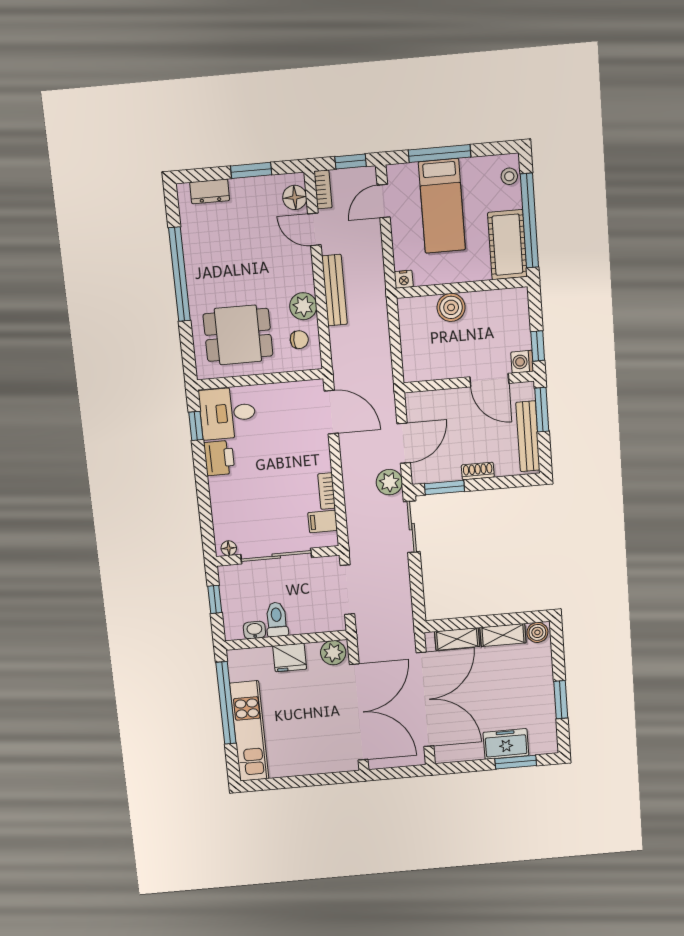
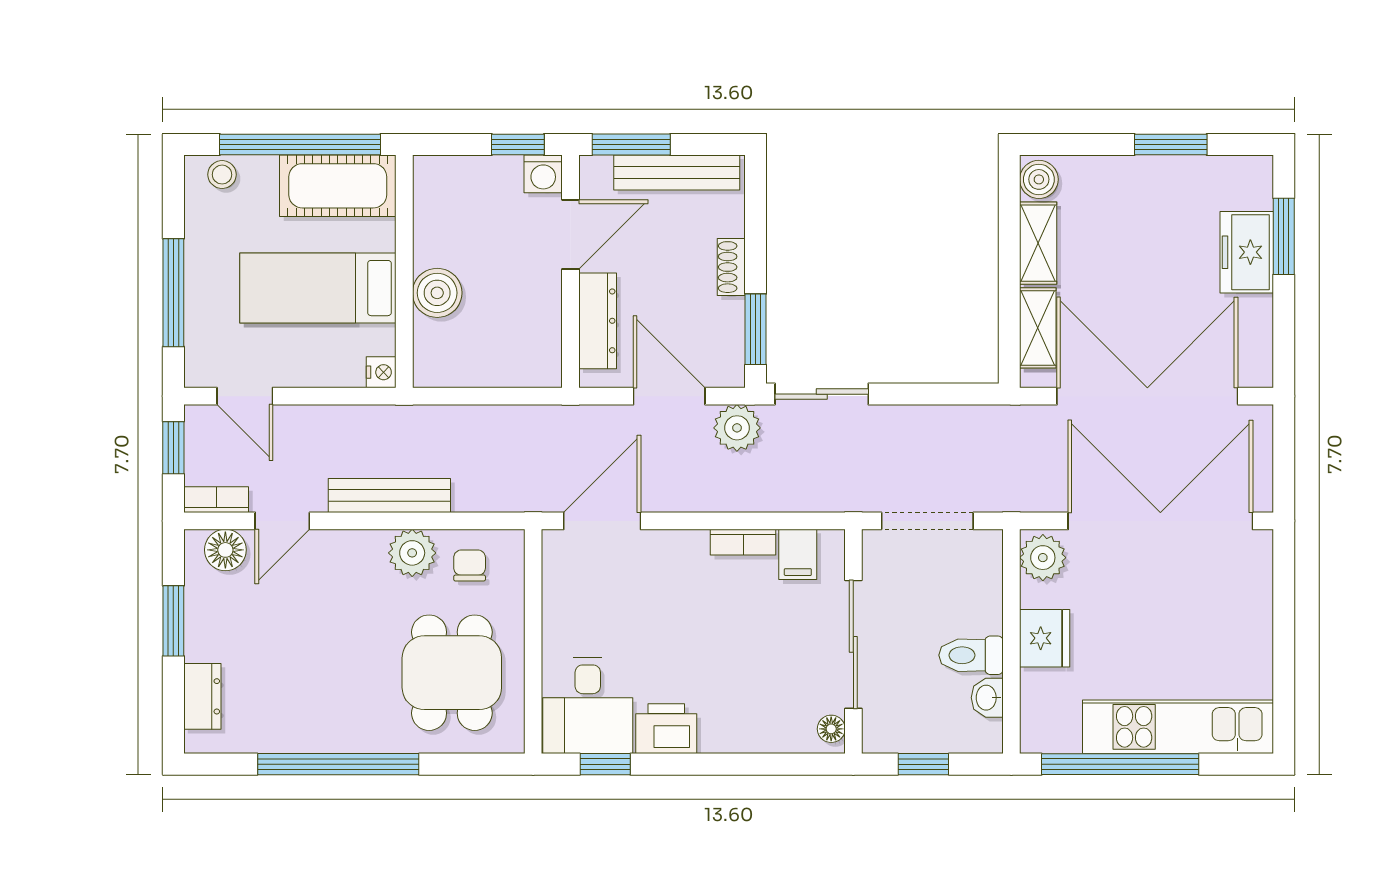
bed: (442, 206) -> (318, 288), moved, turned 180
dresser: (442, 400) -> (598, 321), added

